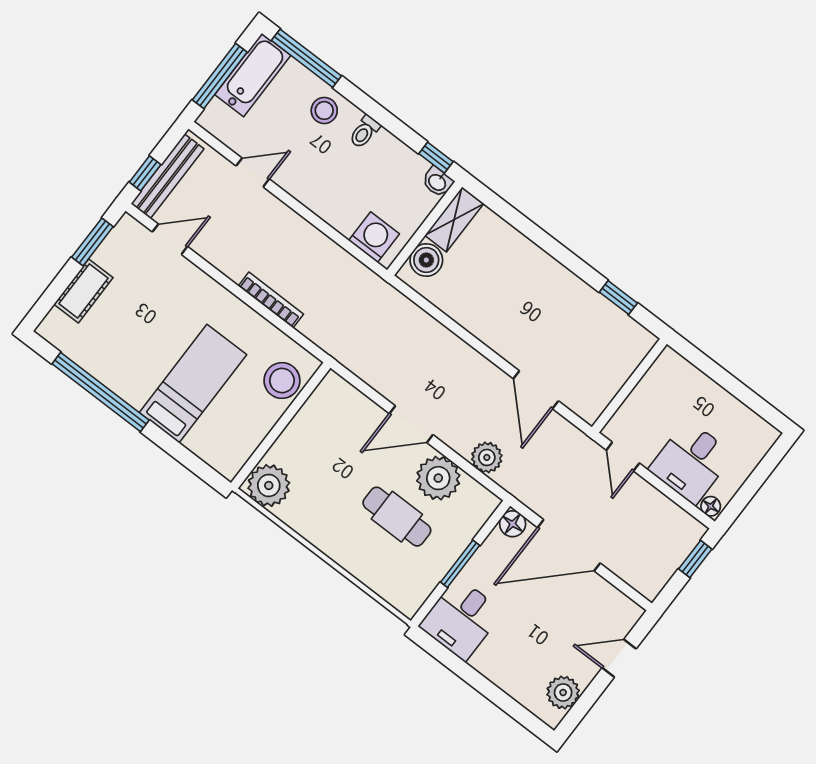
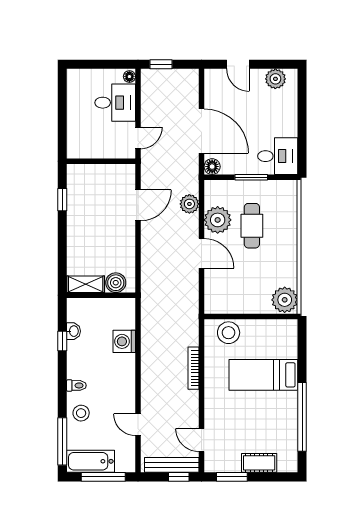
shelving: (454, 220) -> (86, 284), moved
wall: (425, 228) -> (101, 295), moved
boiler: (426, 260) -> (116, 283), moved

